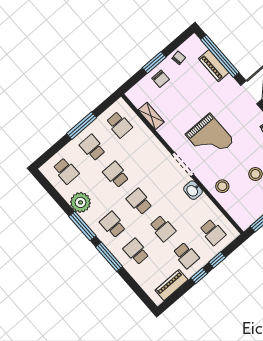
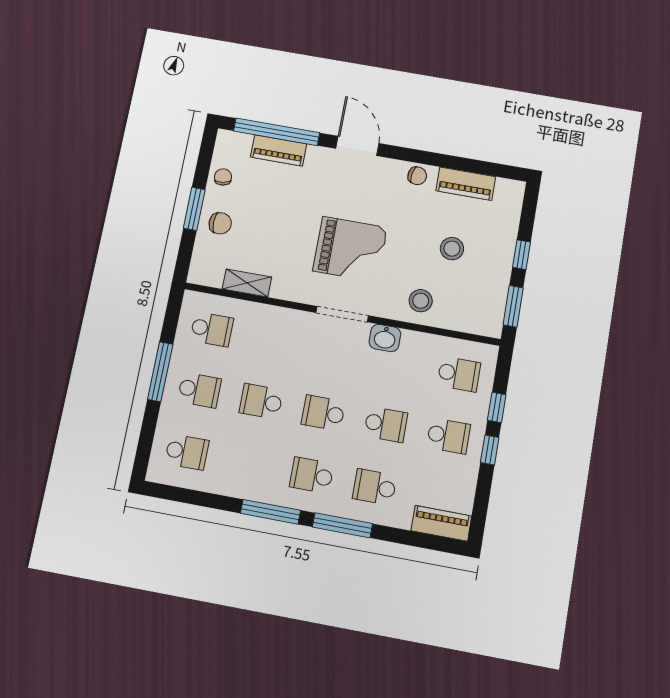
school desk: (93, 148) -> (199, 390), turned 180
plant: (80, 202) -> (242, 480), removed
piano: (171, 285) -> (441, 523), moved, turned 90

